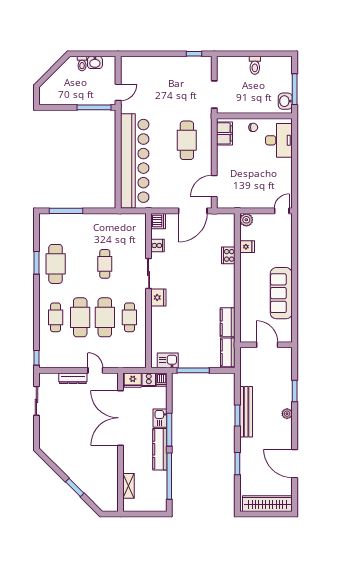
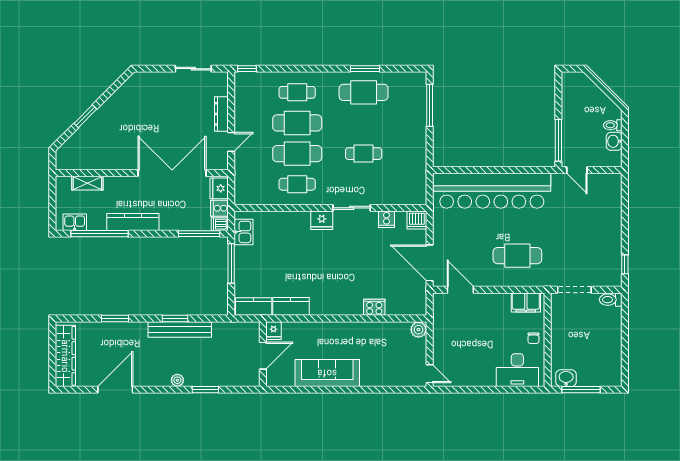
toilet: (255, 65) -> (611, 300), moved
fridge: (247, 247) -> (274, 331), moved
kitchen sink: (160, 418) -> (75, 222), moved
window: (169, 430) -> (199, 234), moved

